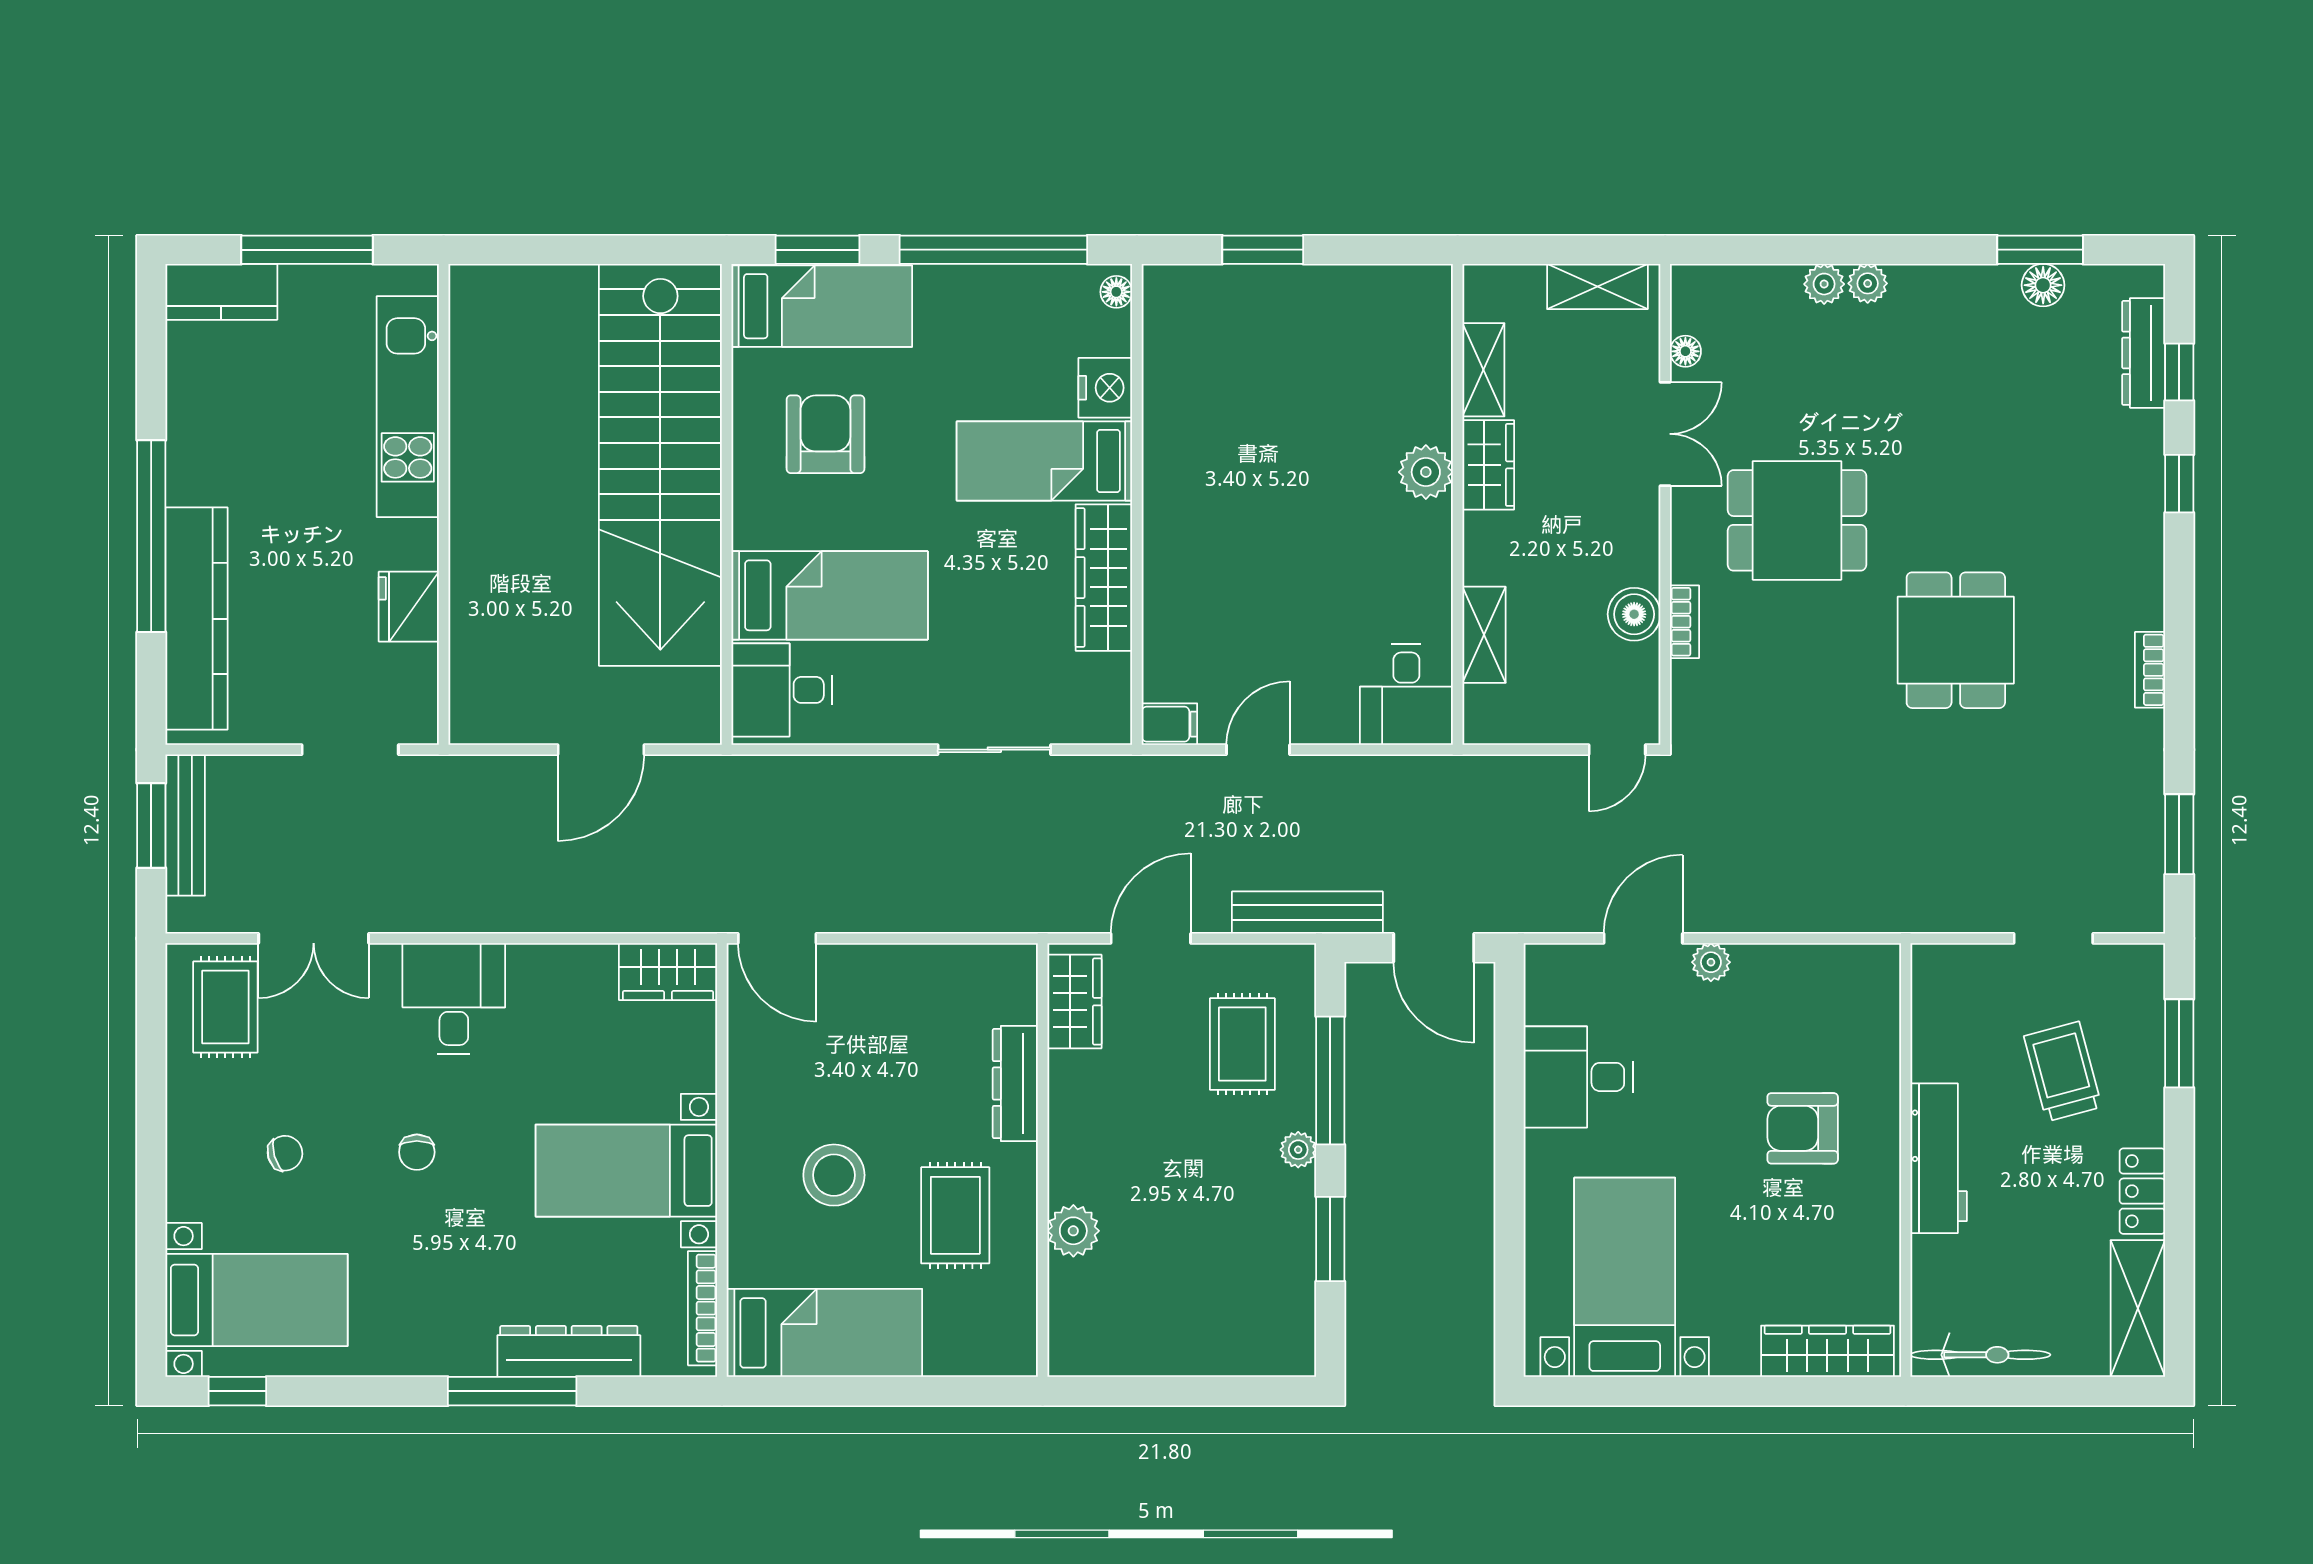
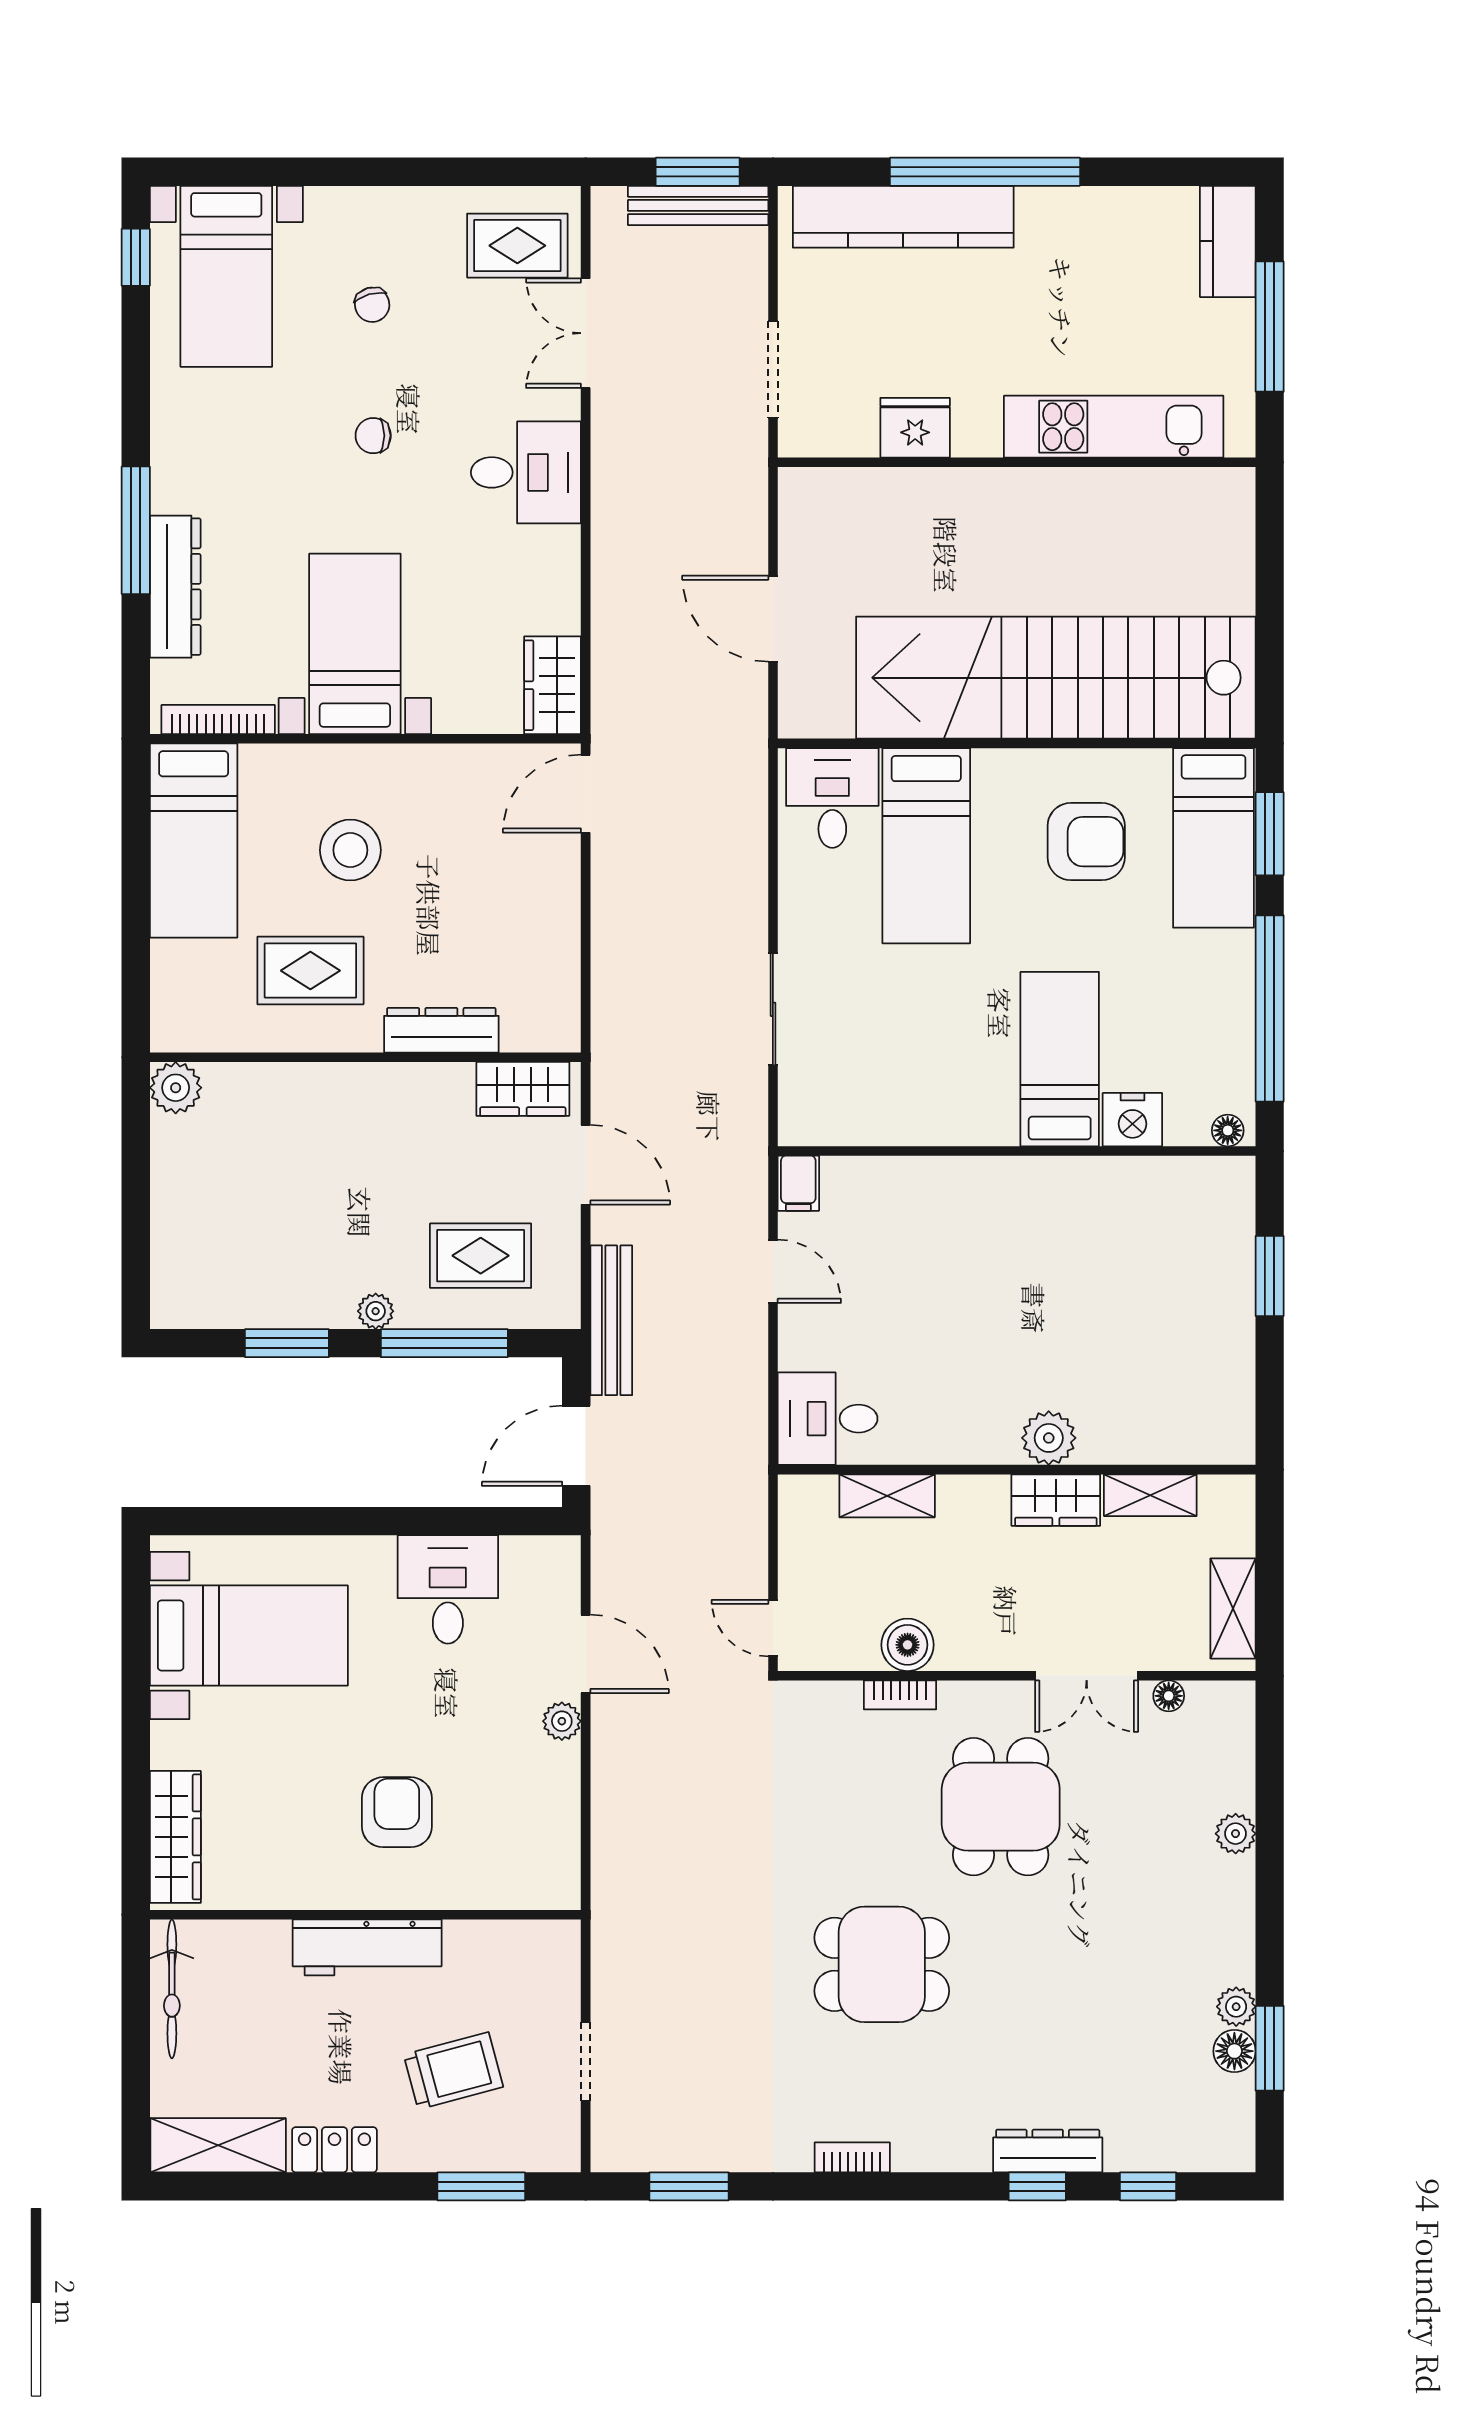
plant: (1868, 283) -> (1236, 2007), moved
dresser: (2144, 353) -> (1048, 2151), moved
wardrobe: (1104, 578) -> (944, 1118), removed
plant: (1073, 1231) -> (176, 1088), moved

